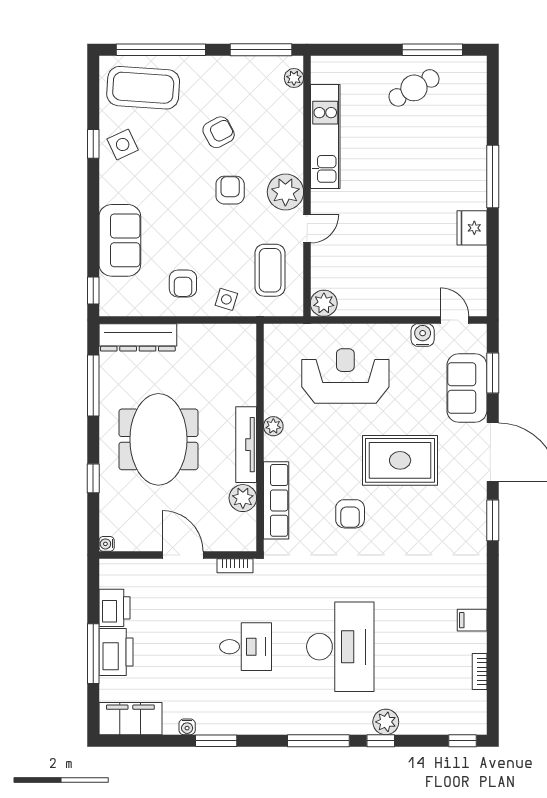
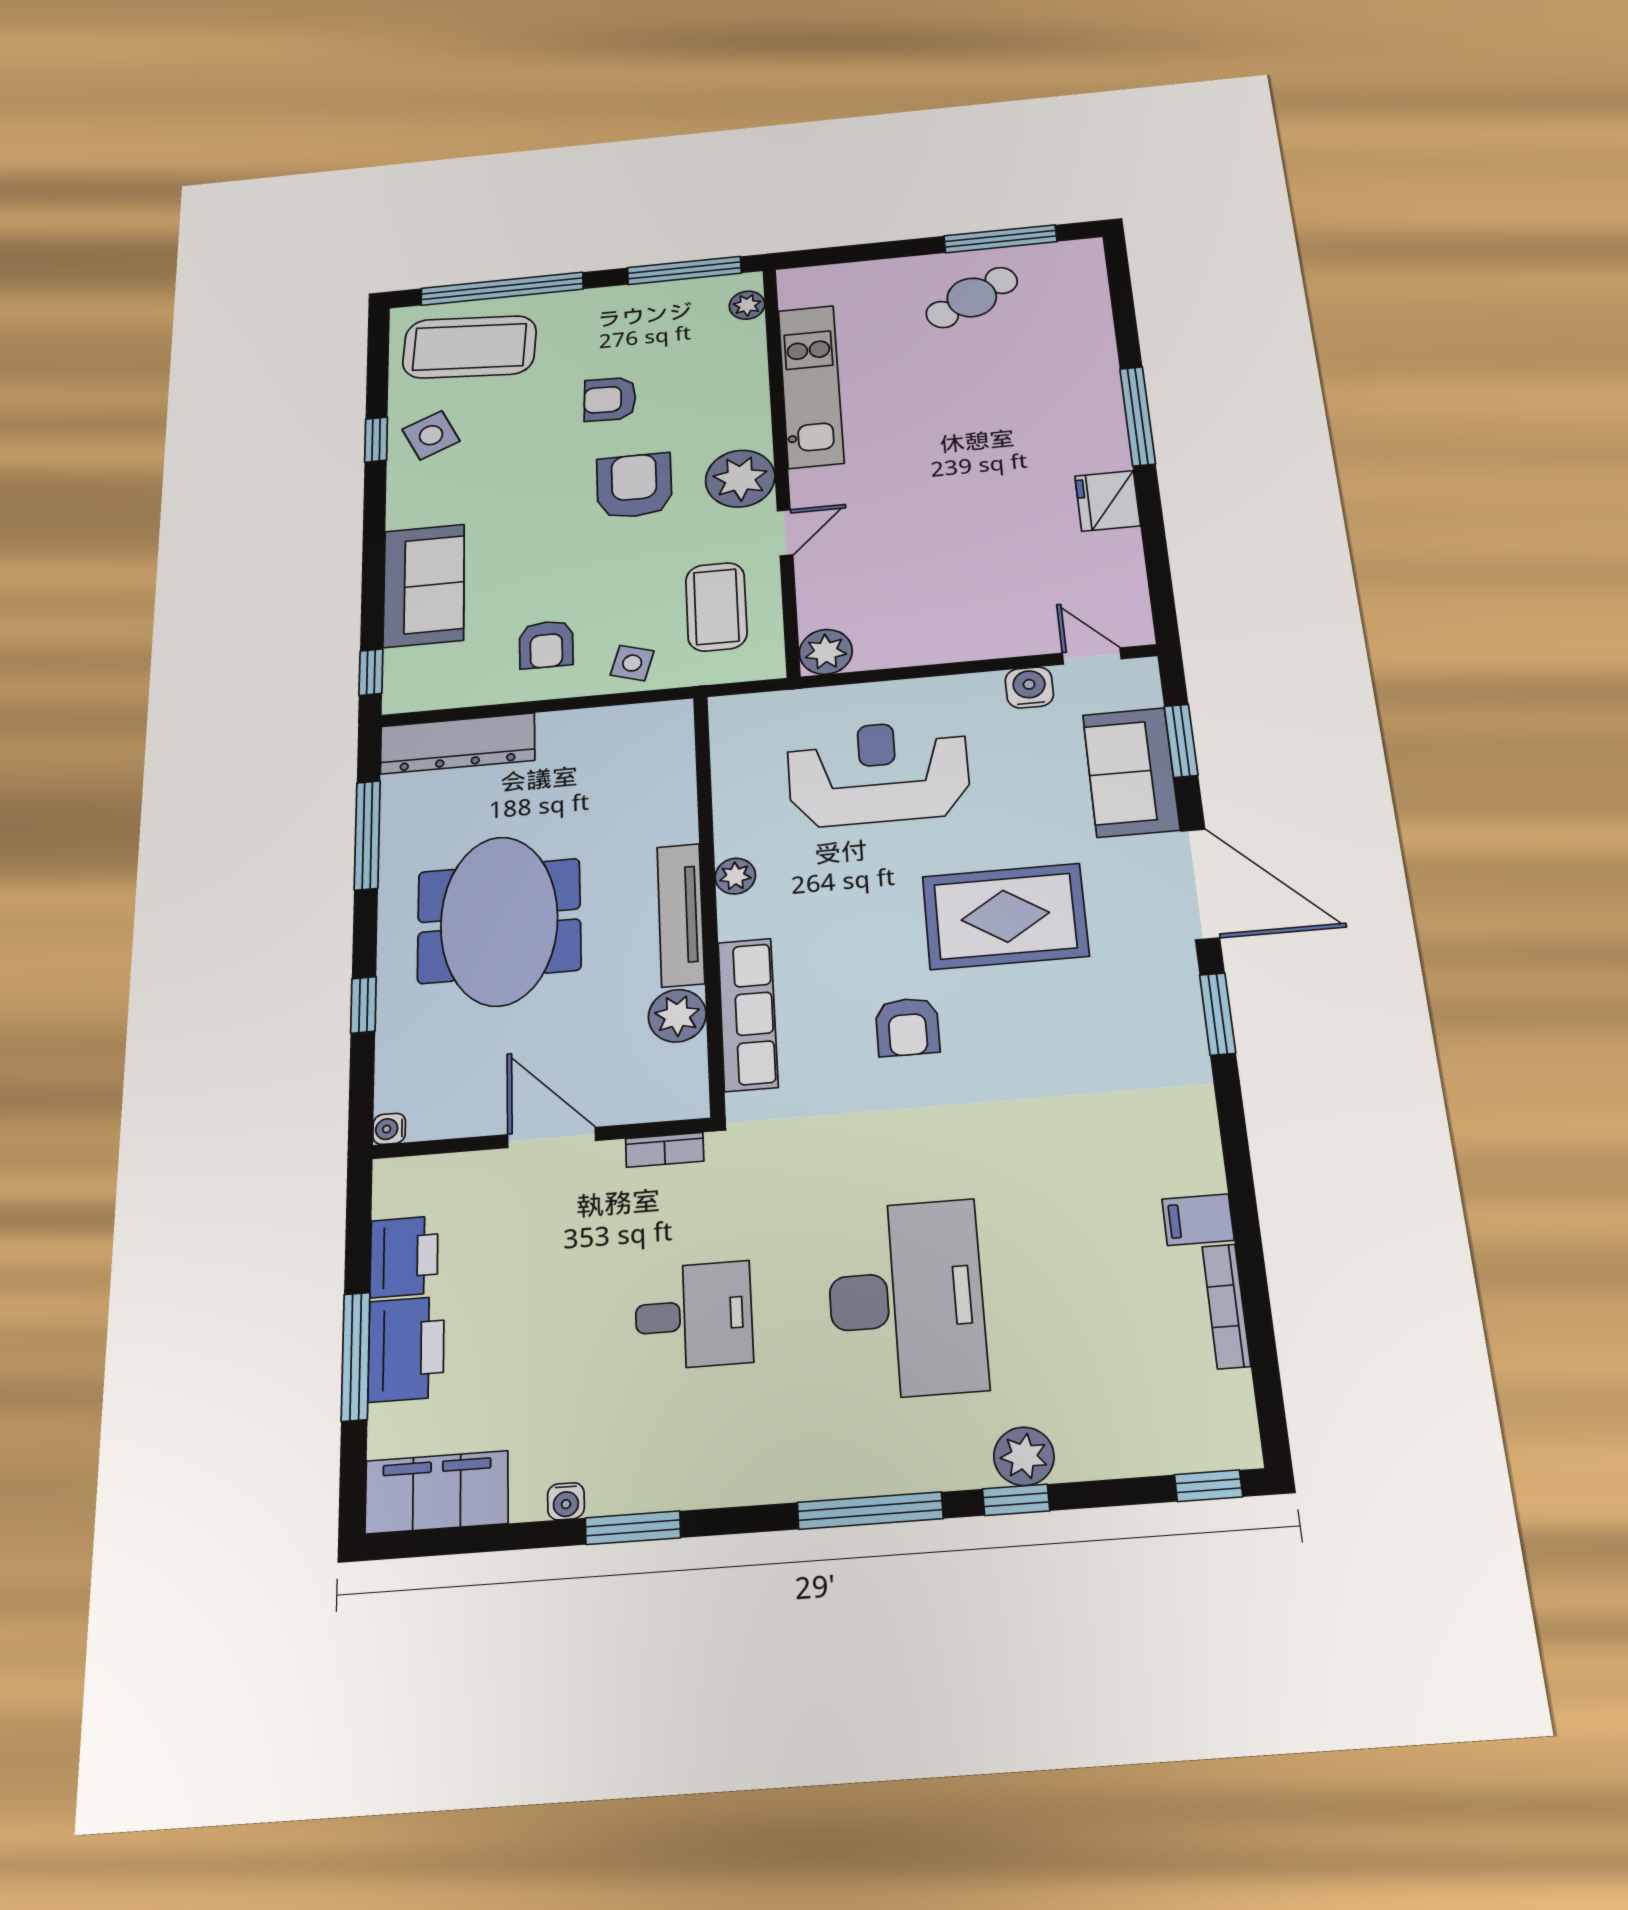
armchair: (219, 132) -> (610, 399), turned -150
armchair: (230, 190) -> (634, 486), width x1.38, depth x1.38
bookcase: (480, 672) -> (1226, 1306), width x1.56

